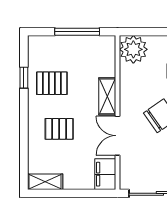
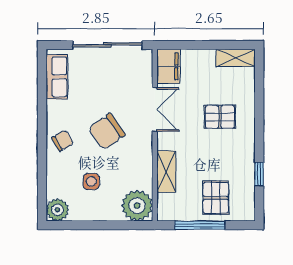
pallet: (52, 83) -> (216, 198), moved, turned 90
shelving: (107, 96) -> (166, 172), moved

